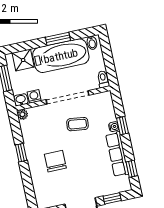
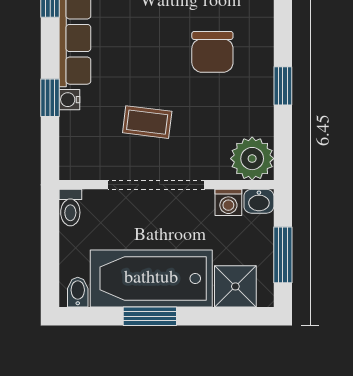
plant: (22, 114) -> (252, 159), width x1.87, depth x1.87

